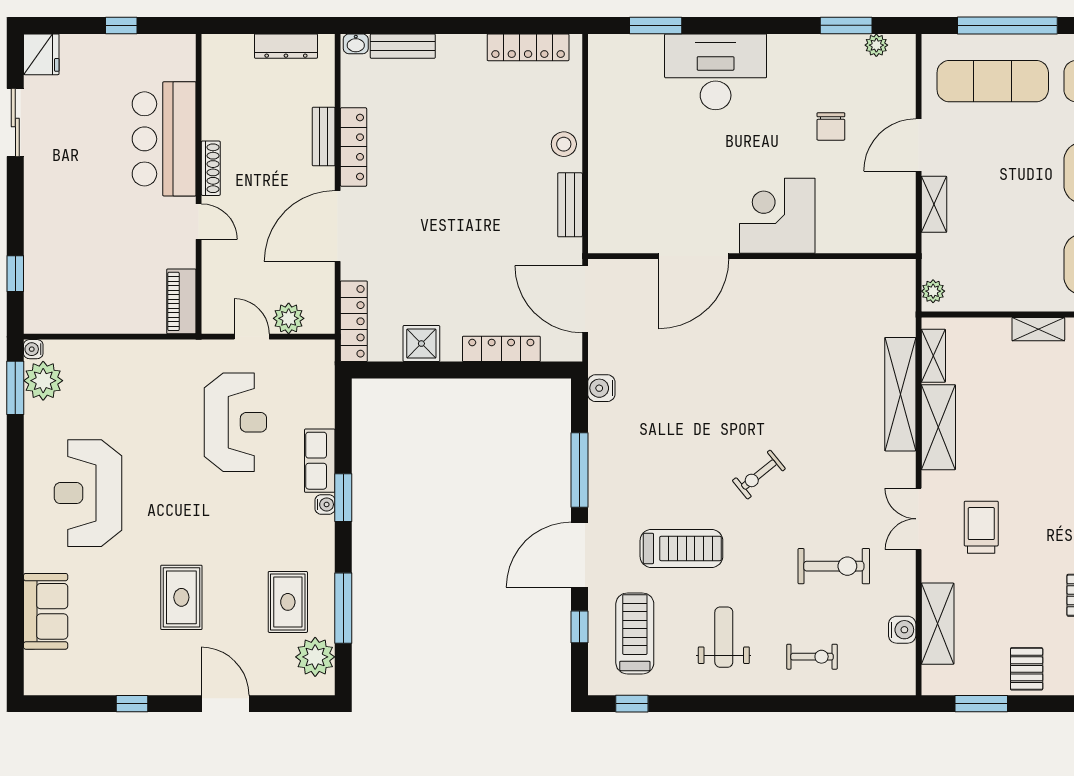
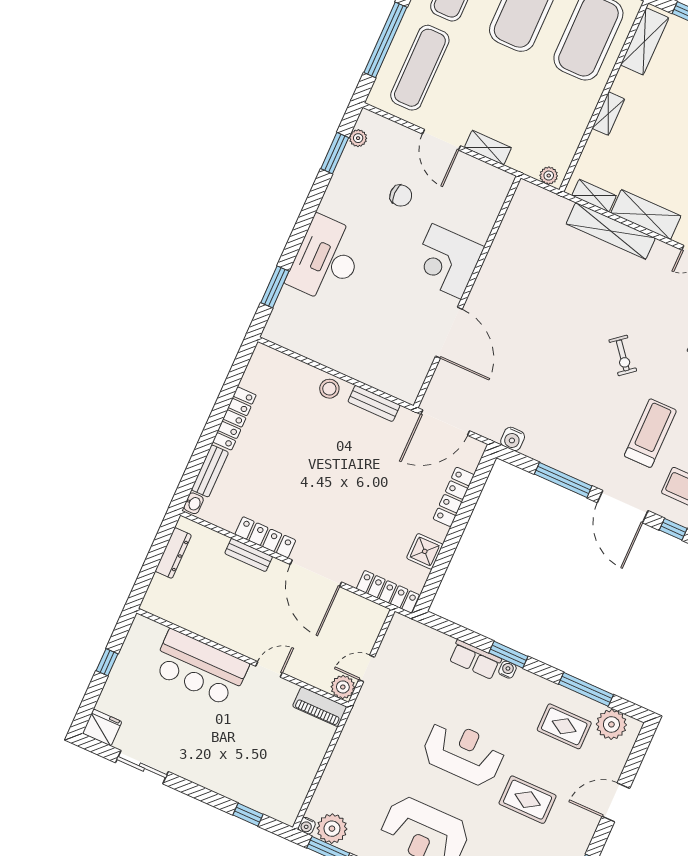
locker: (528, 47) -> (234, 418), moved
shoe rack: (211, 168) -> (235, 644), removed
plant: (289, 318) -> (343, 687), moved
reception desk: (235, 422) -> (463, 753), moved

